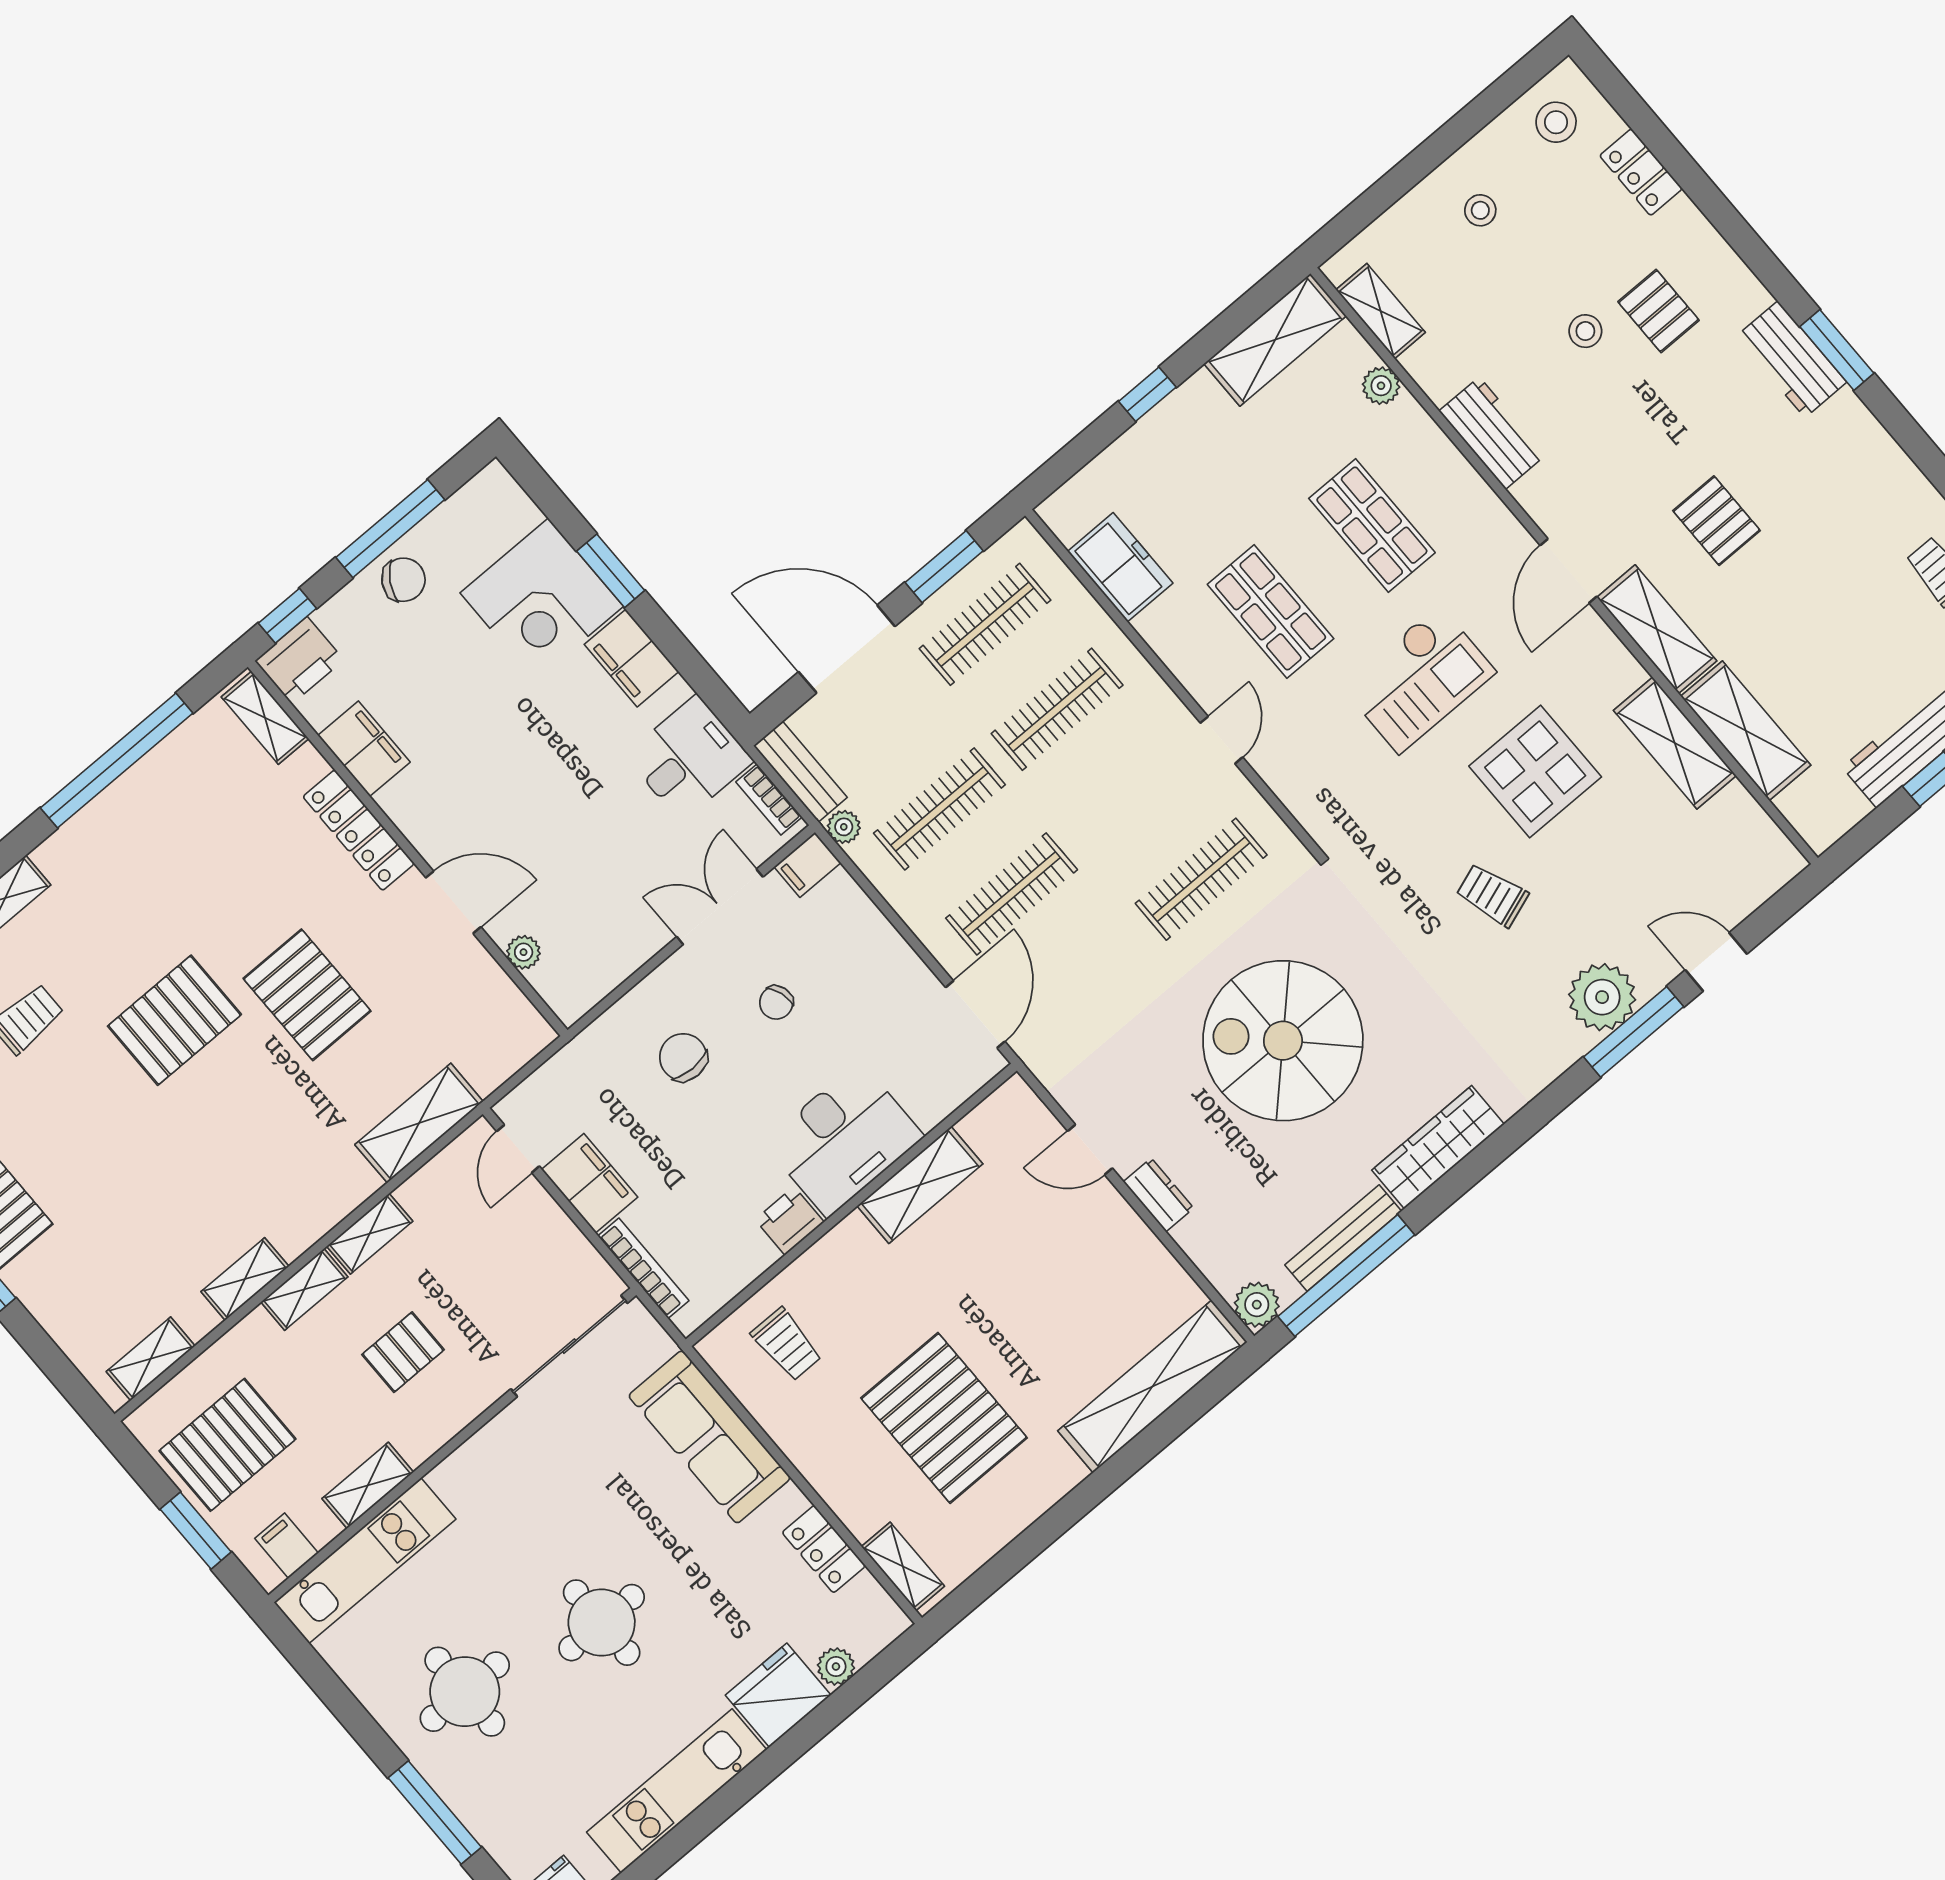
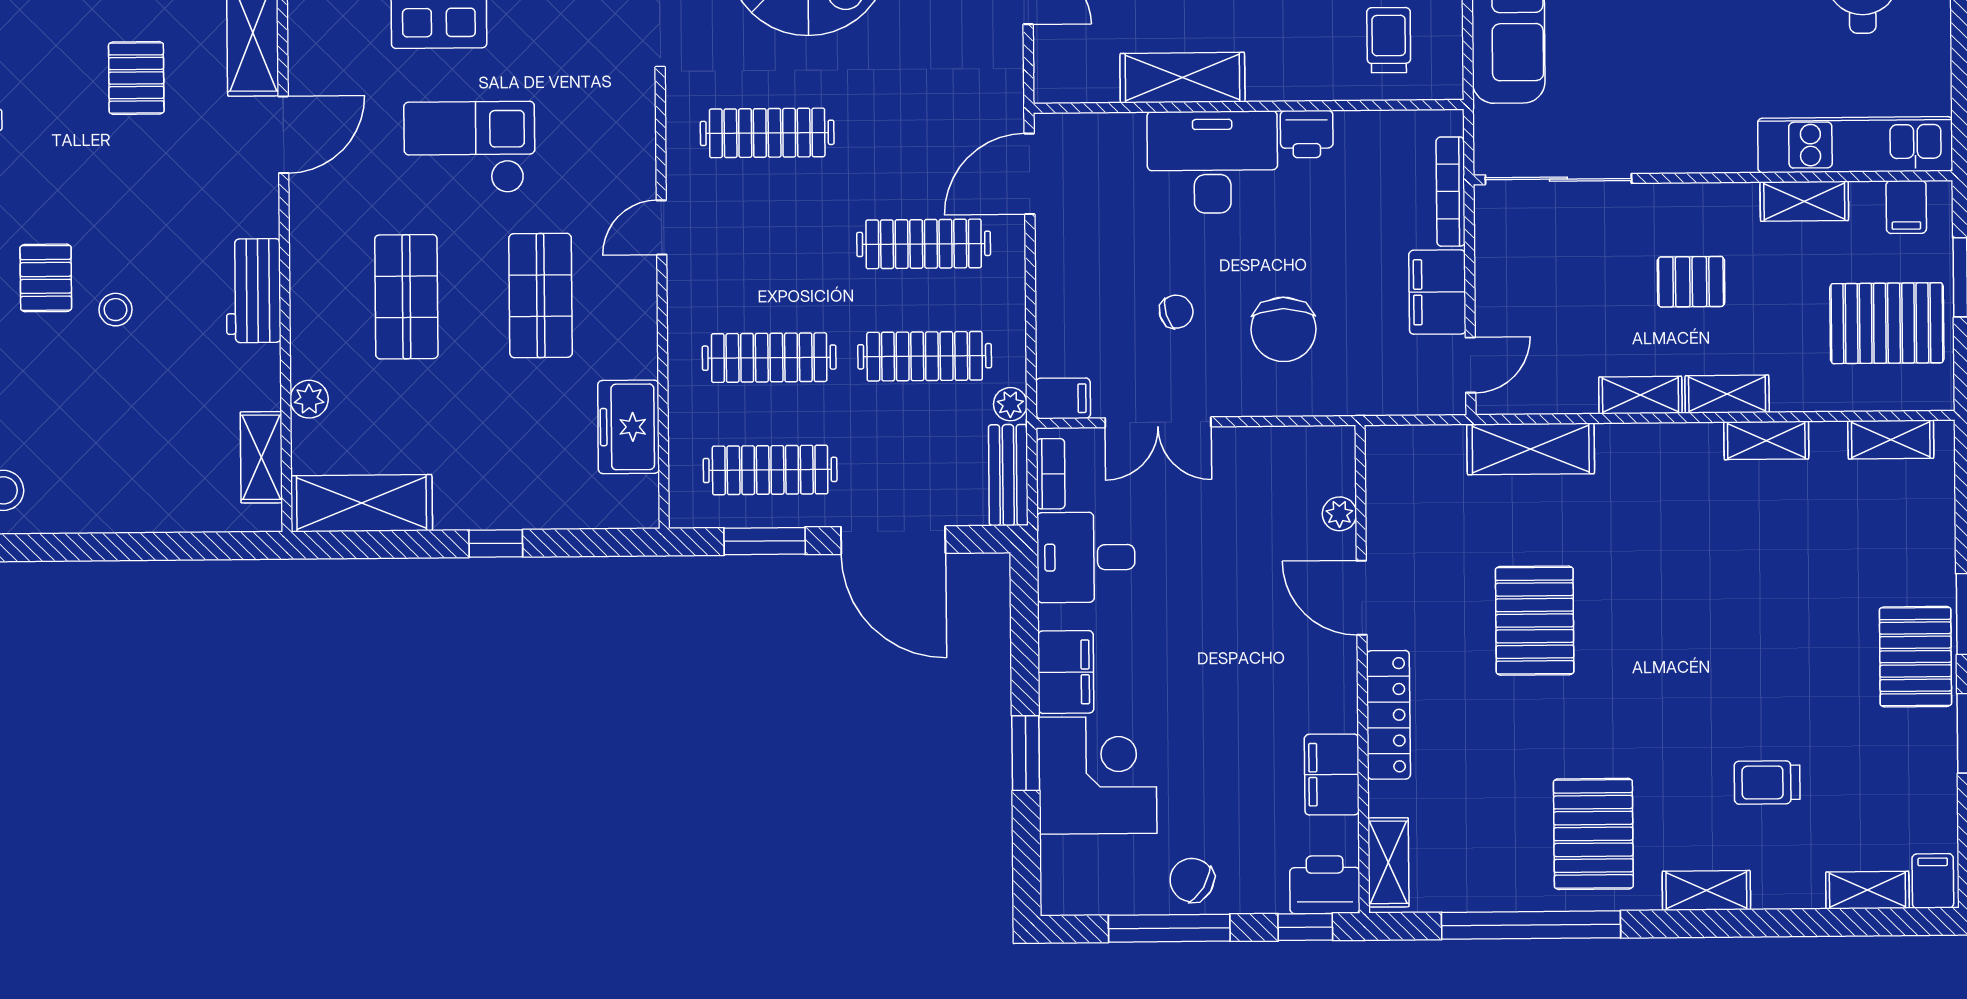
stool: (1480, 210) -> (119, 471), removed
pallet: (174, 1020) -> (1593, 834), moved, turned 90
chair: (683, 1057) -> (1283, 329), width x1.37, depth x1.37

